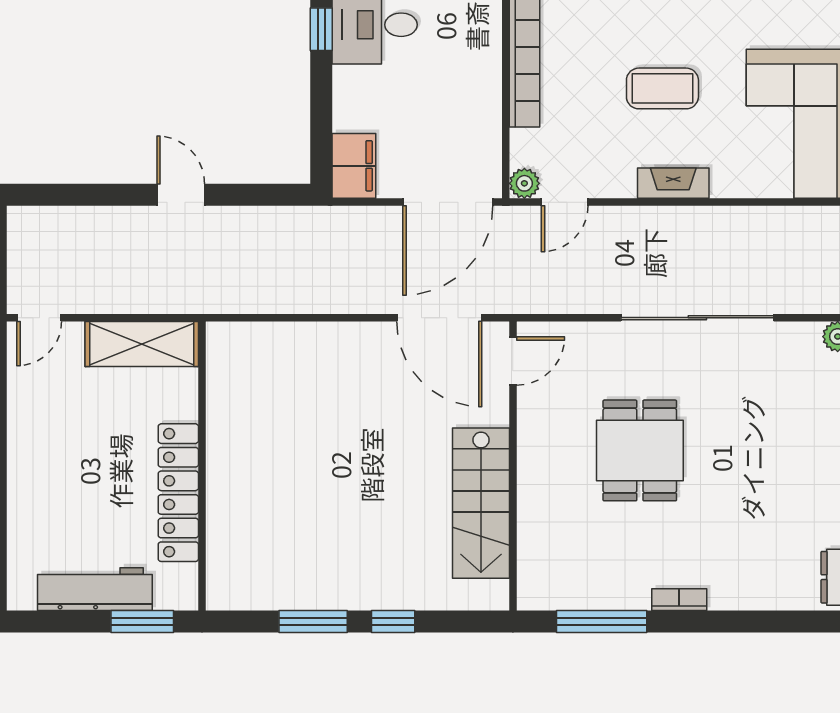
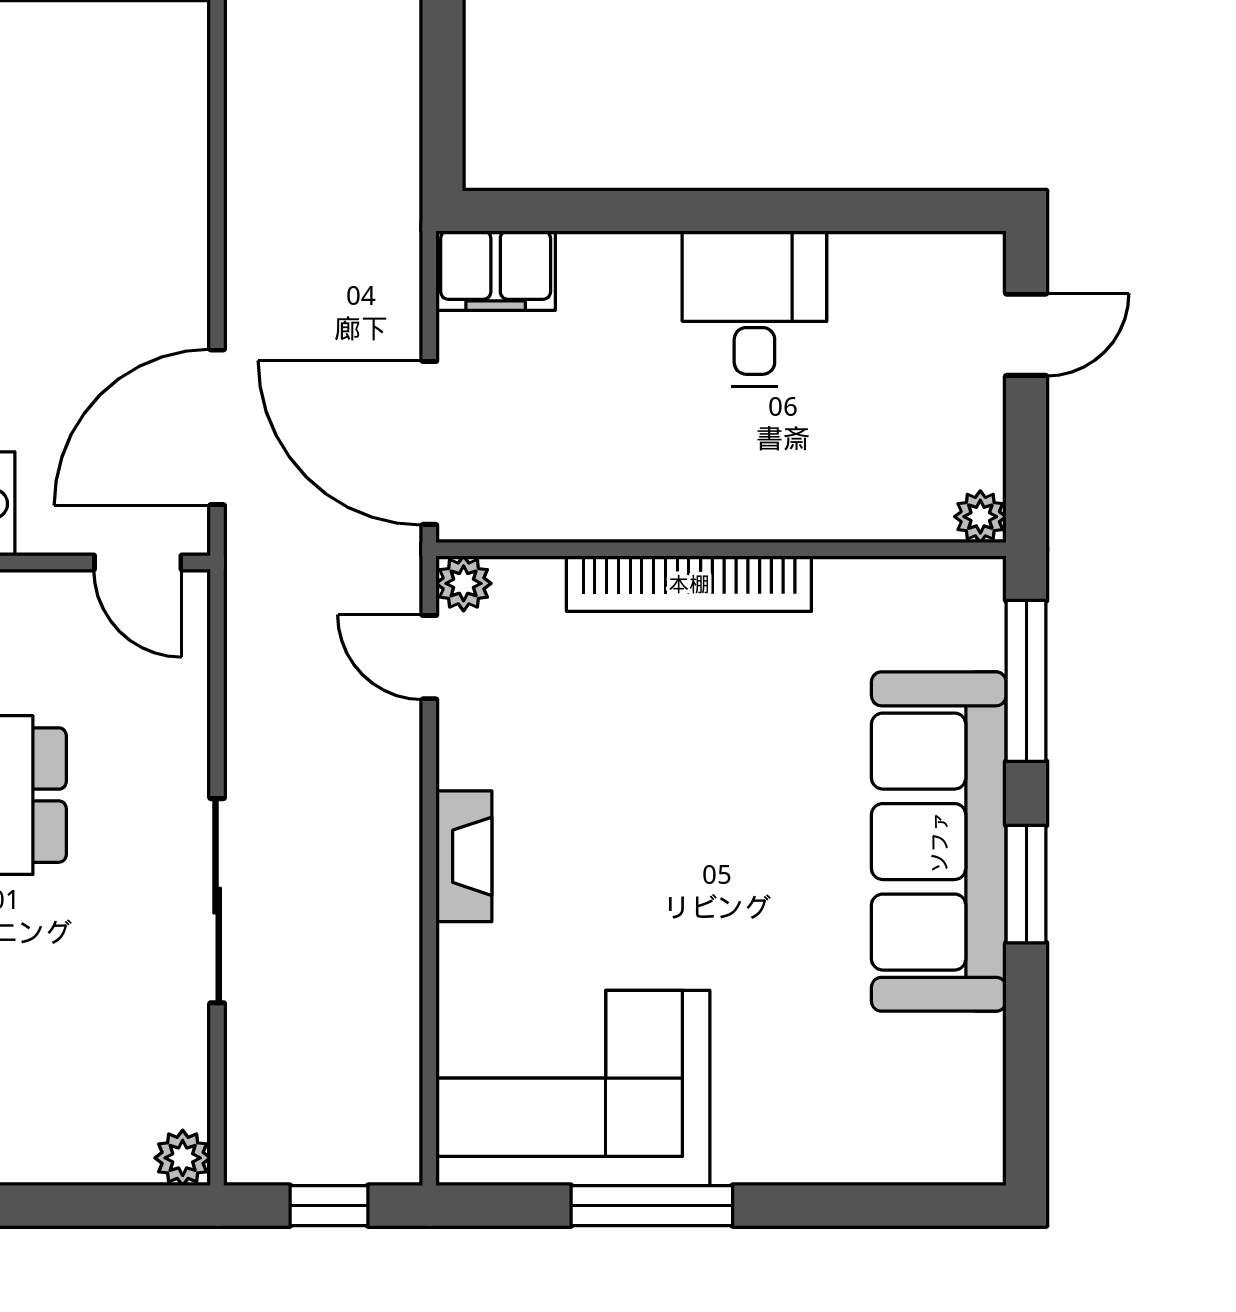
window: (321, 29) -> (746, 211), removed
coffee table: (662, 88) -> (637, 836), removed
sliding door: (697, 318) -> (217, 901), width x0.73

